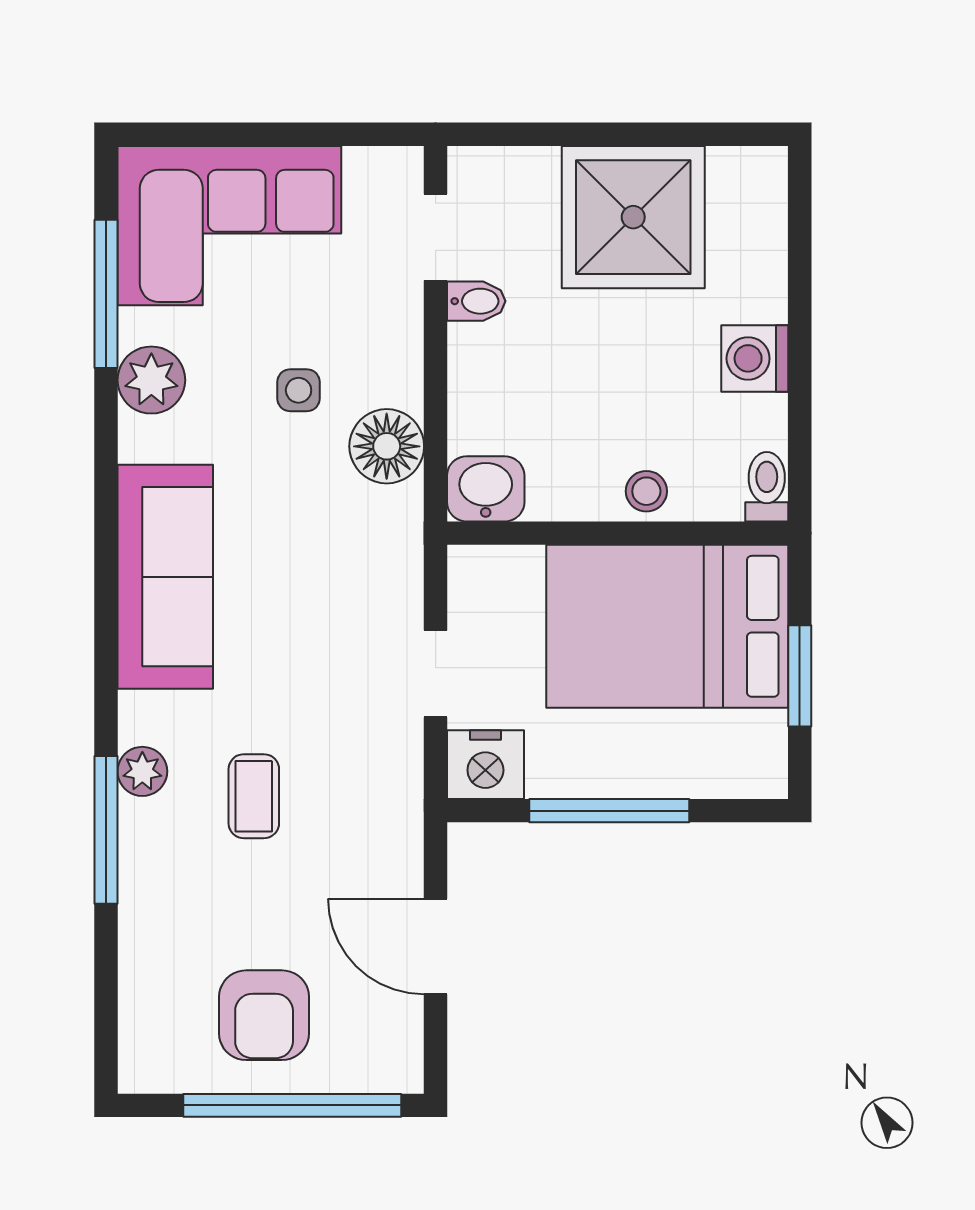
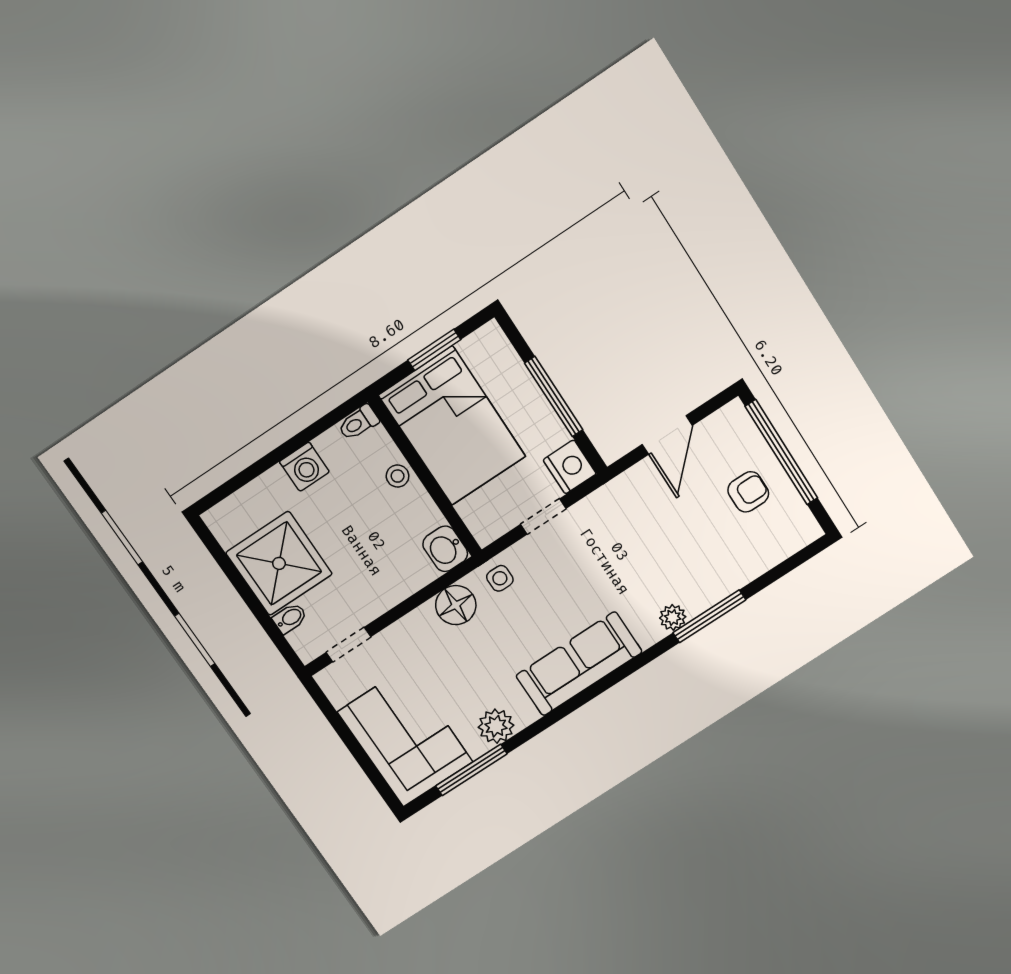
bidet: (476, 301) -> (290, 618), moved, turned 90
side table: (299, 390) -> (500, 578), moved
coffee table: (254, 796) -> (652, 561), removed
armchair: (264, 1015) -> (748, 492), width x0.72, depth x0.72

